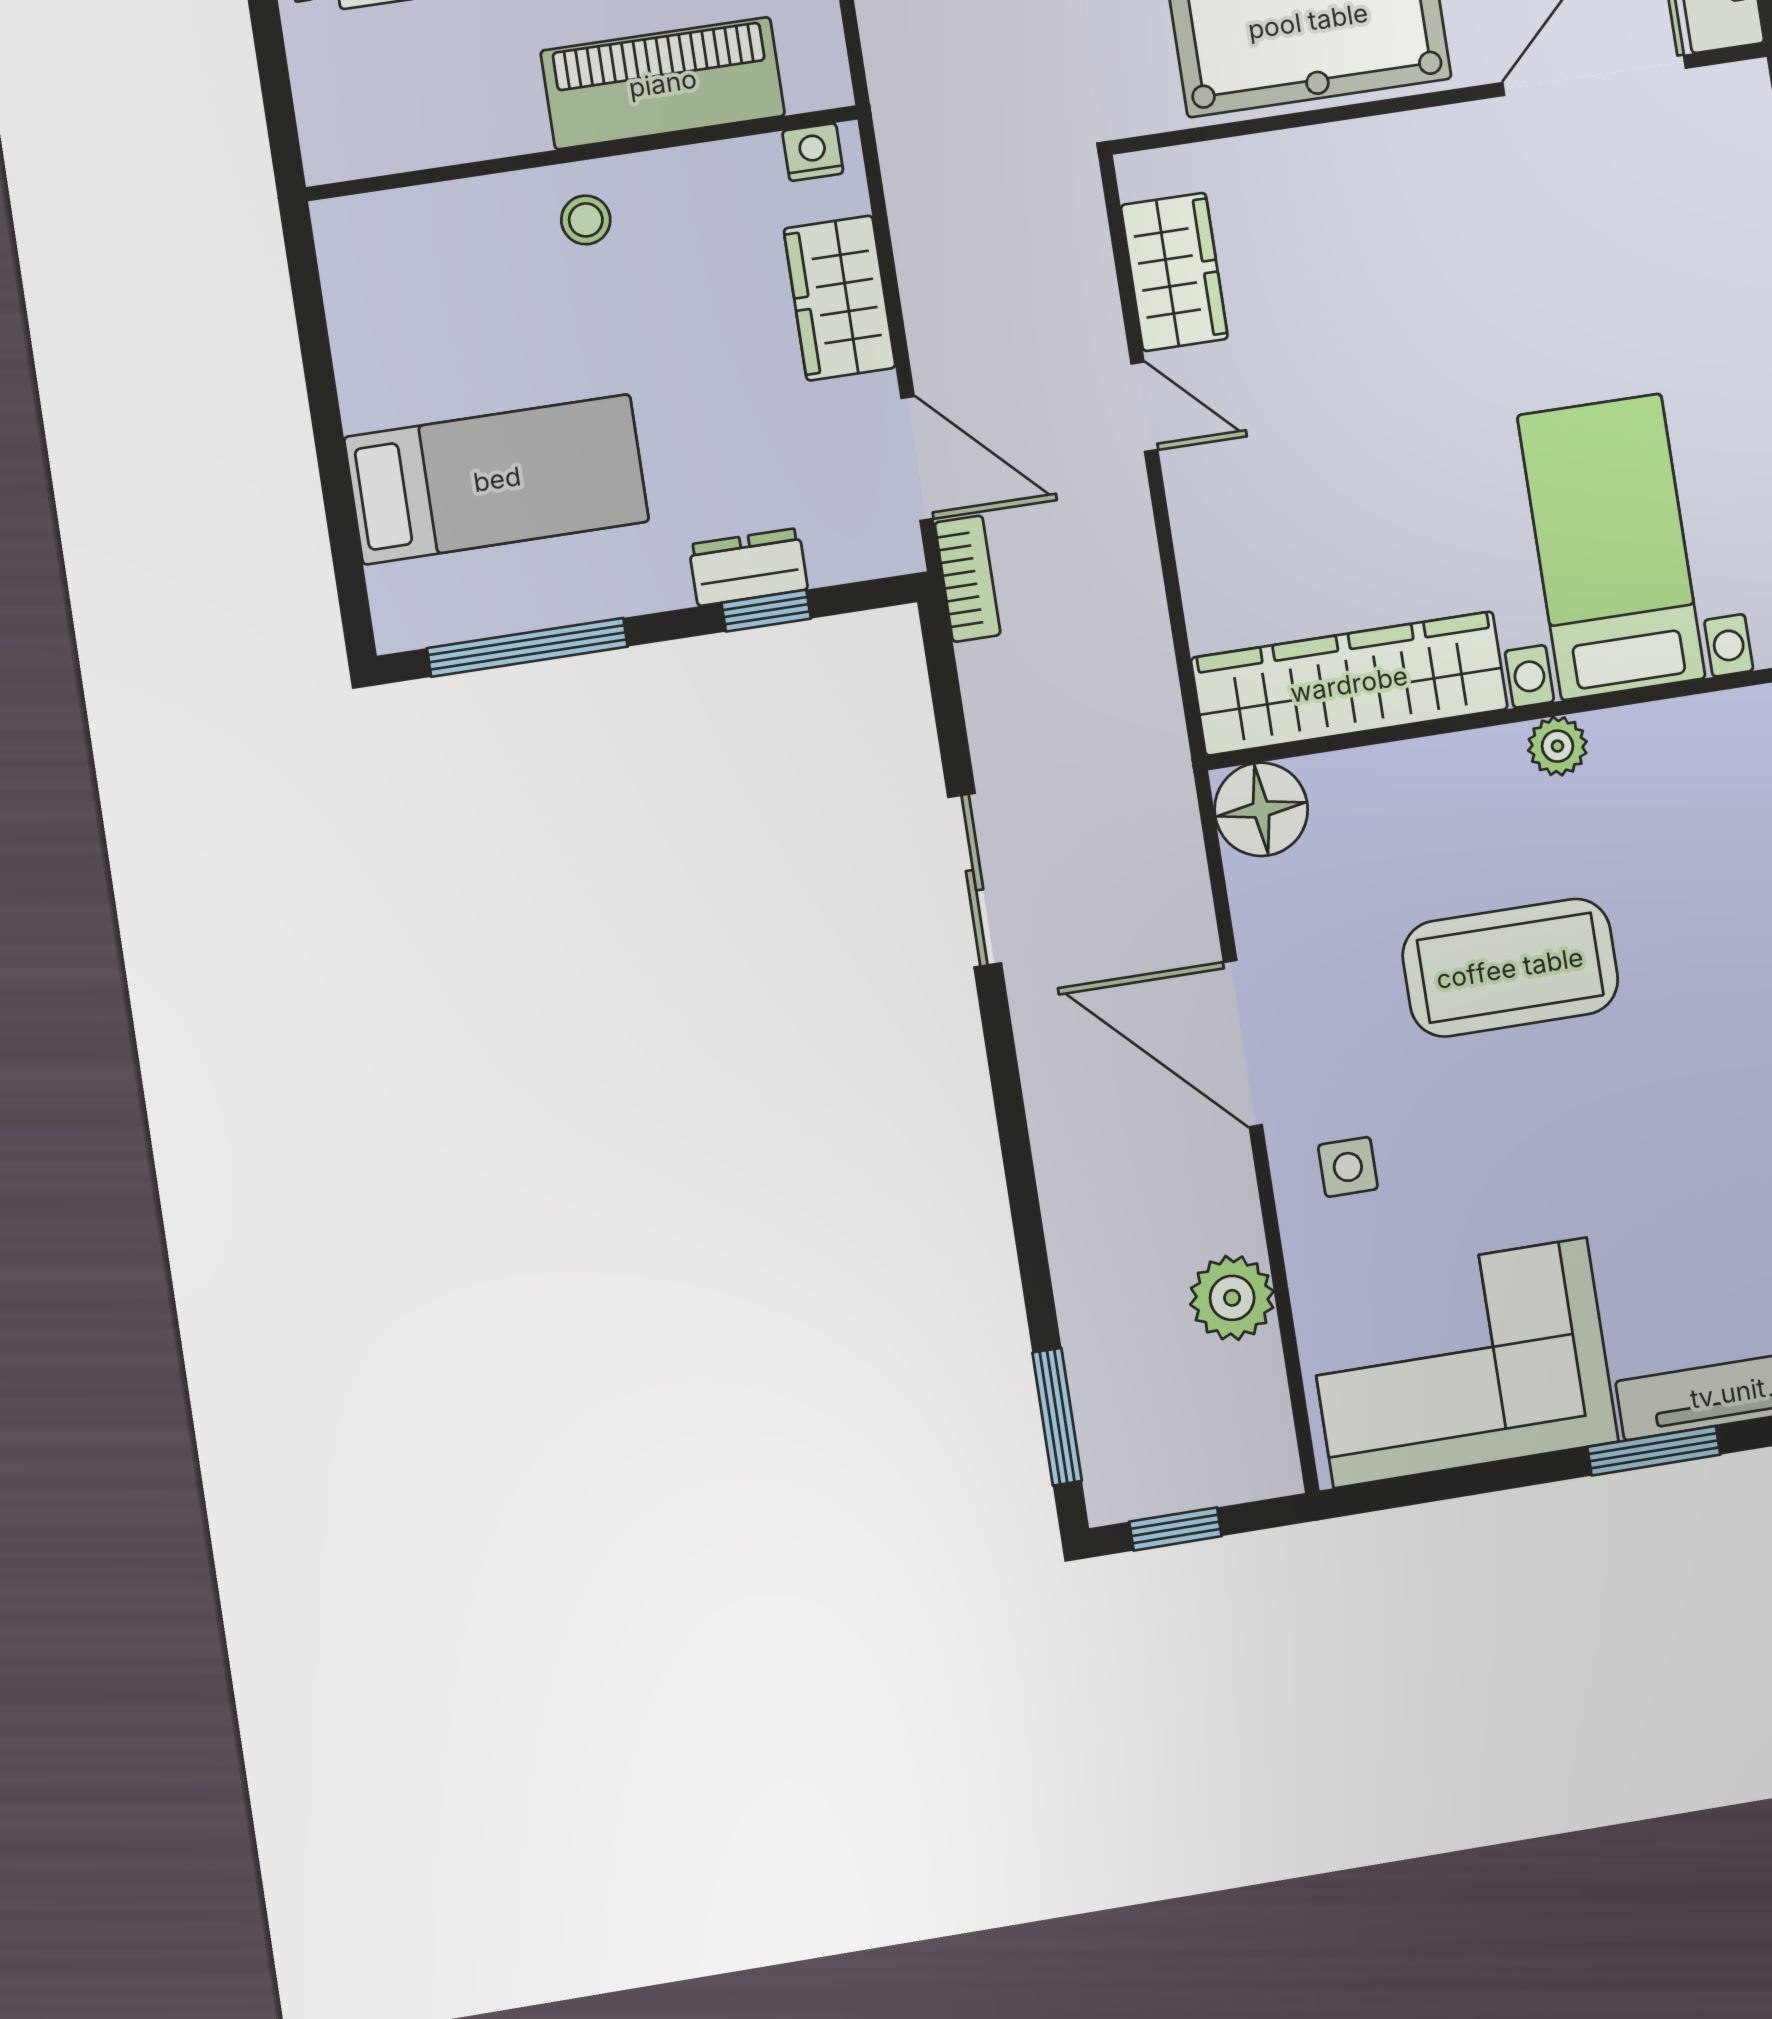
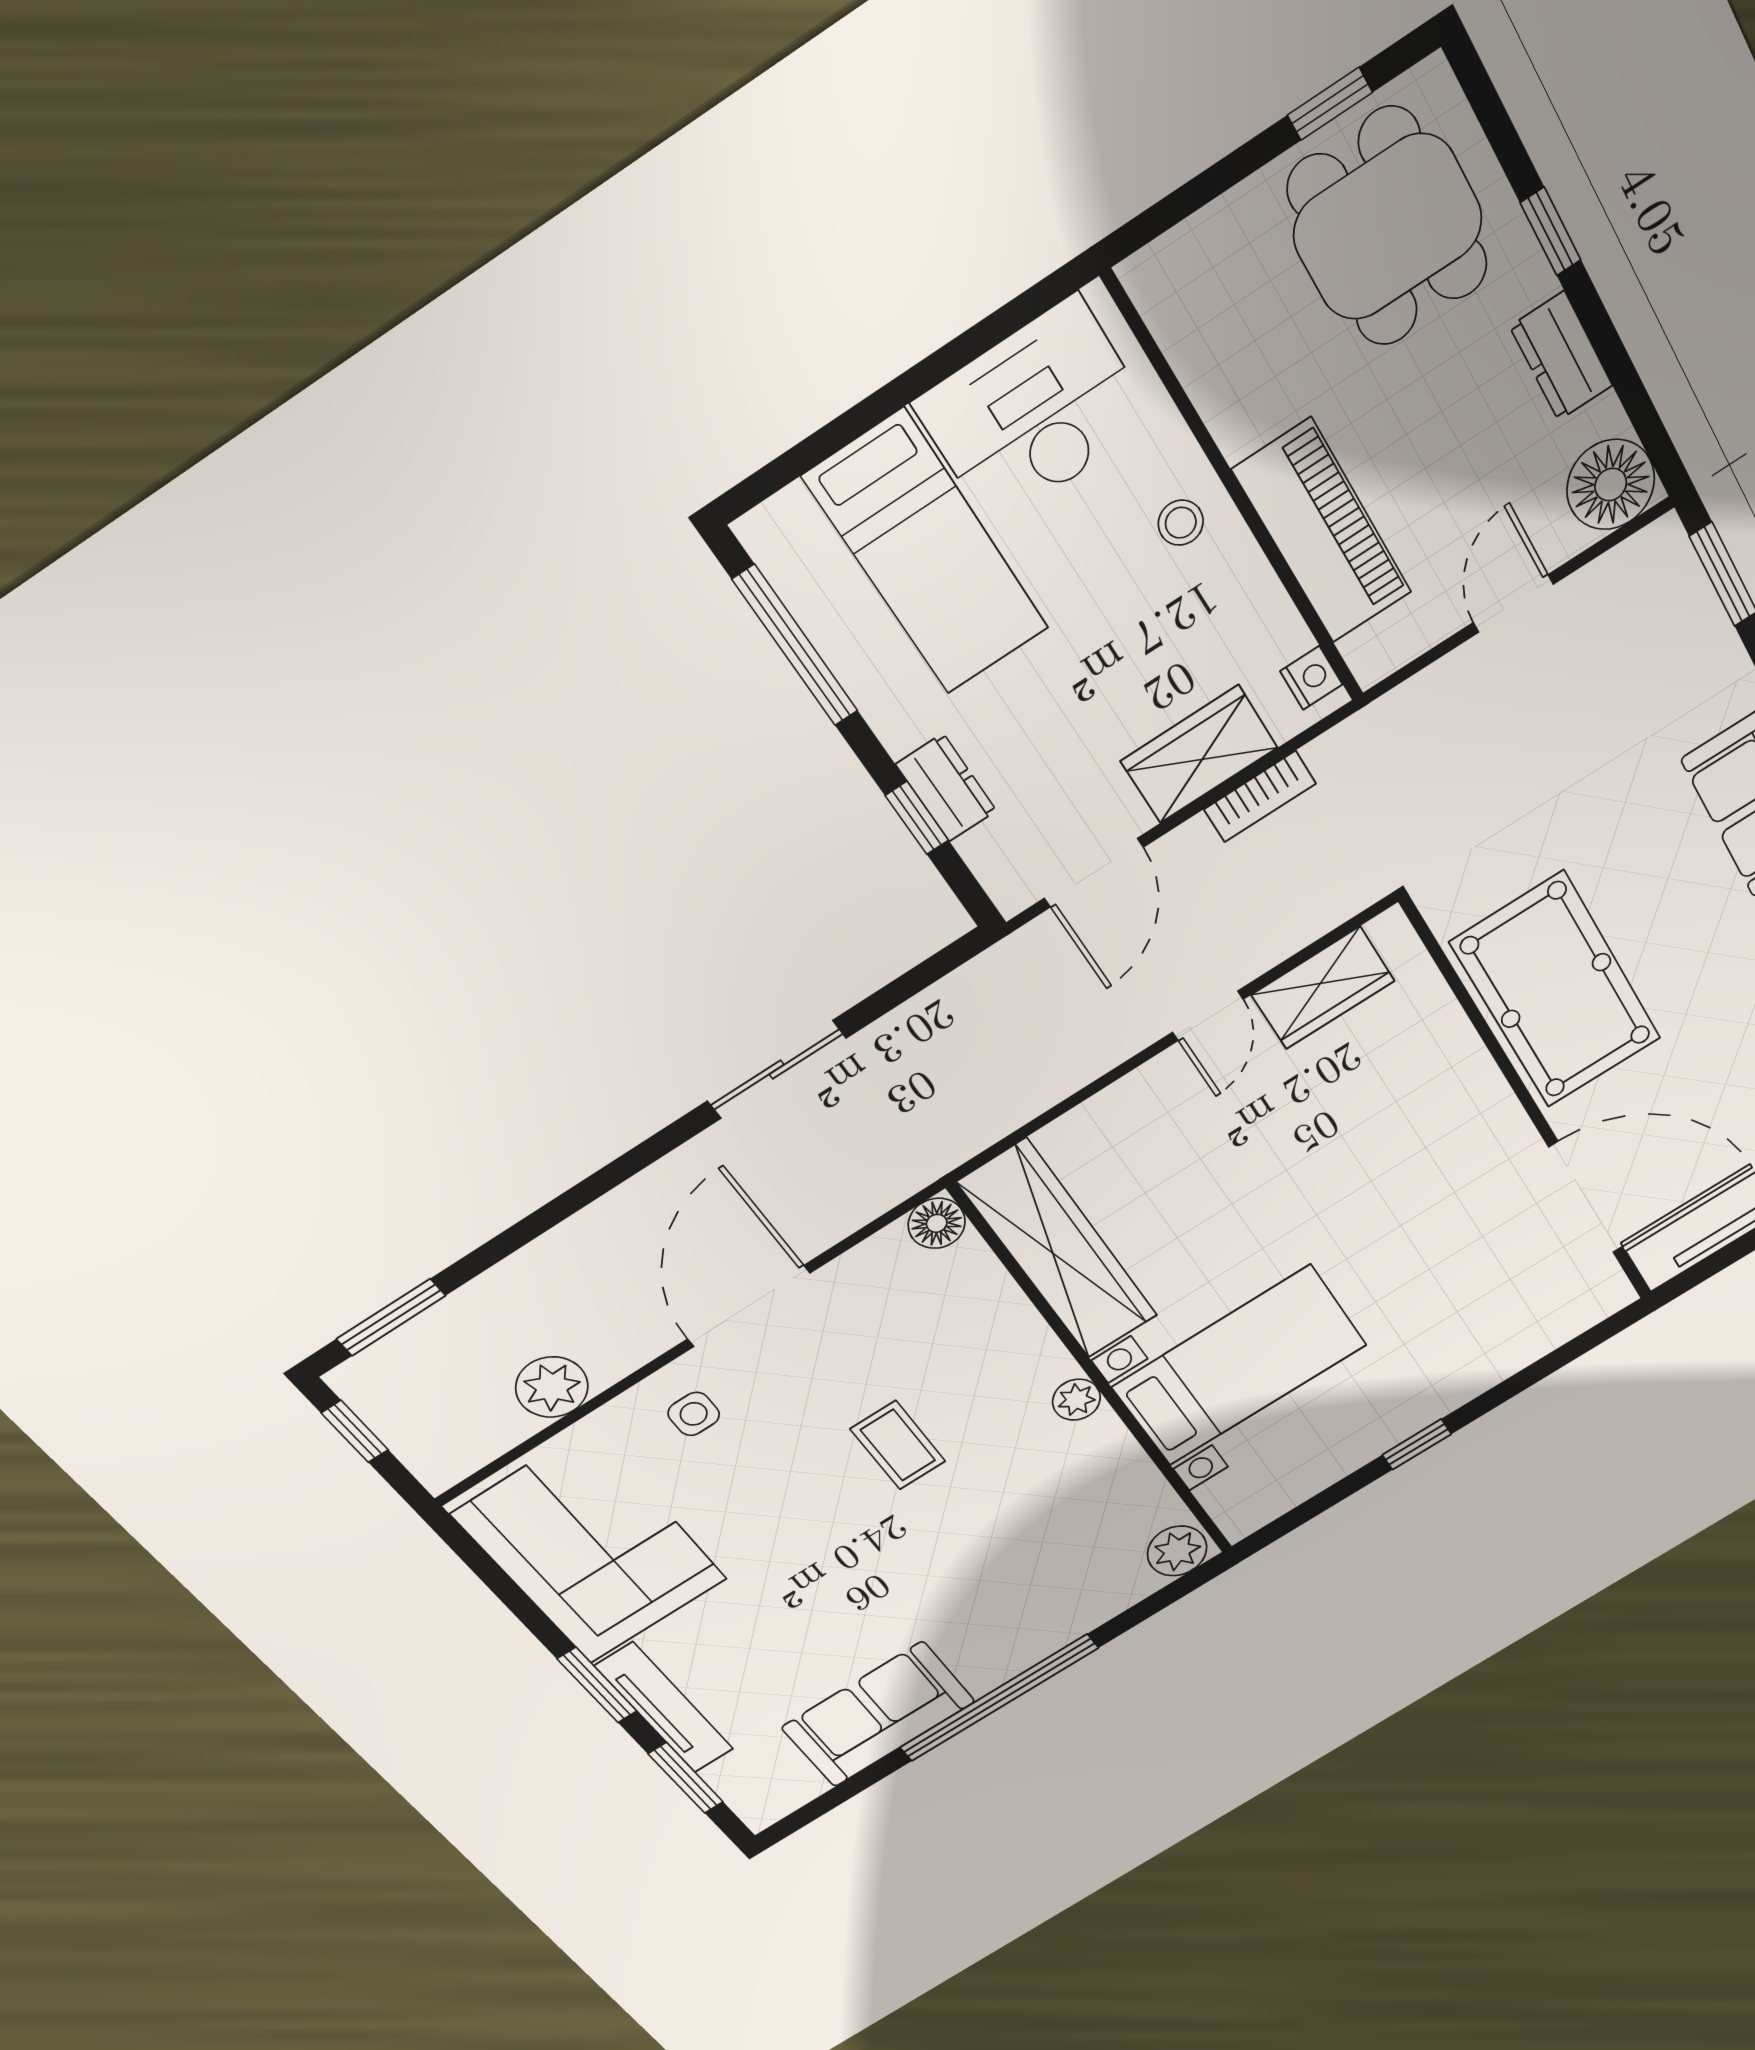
desk: (408, 317) -> (1034, 412), added
bookcase: (968, 579) -> (1260, 796), moved
floor lamp: (1261, 809) -> (937, 1223), width x0.73, depth x0.73
coffee table: (1510, 968) -> (898, 1445), width x0.54, depth x0.58

